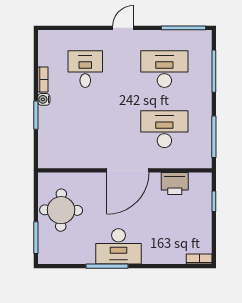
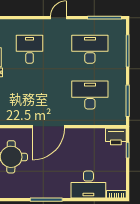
door: (128, 170) -> (48, 127), moved
printer: (175, 184) -> (116, 137), moved
desk: (118, 246) -> (88, 184), moved

